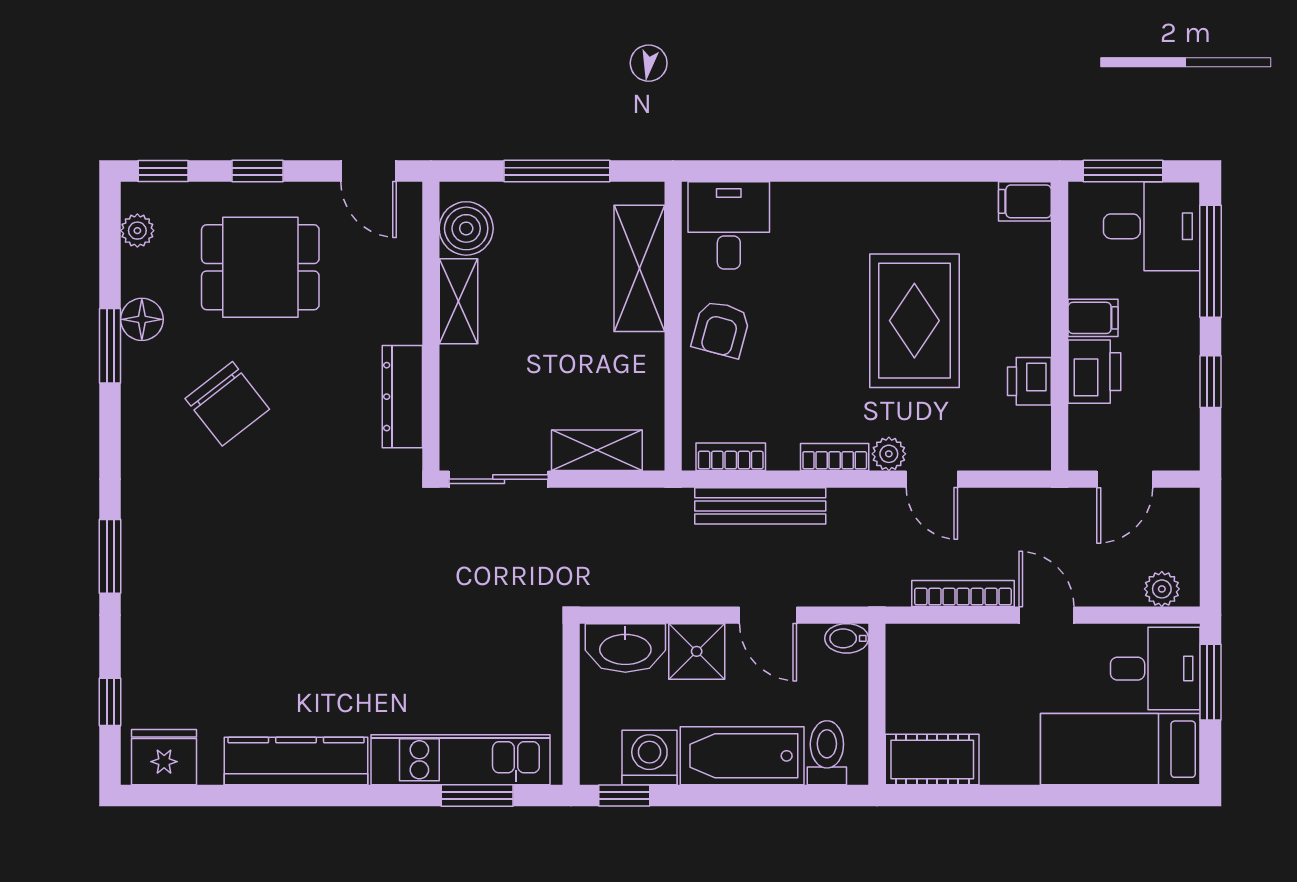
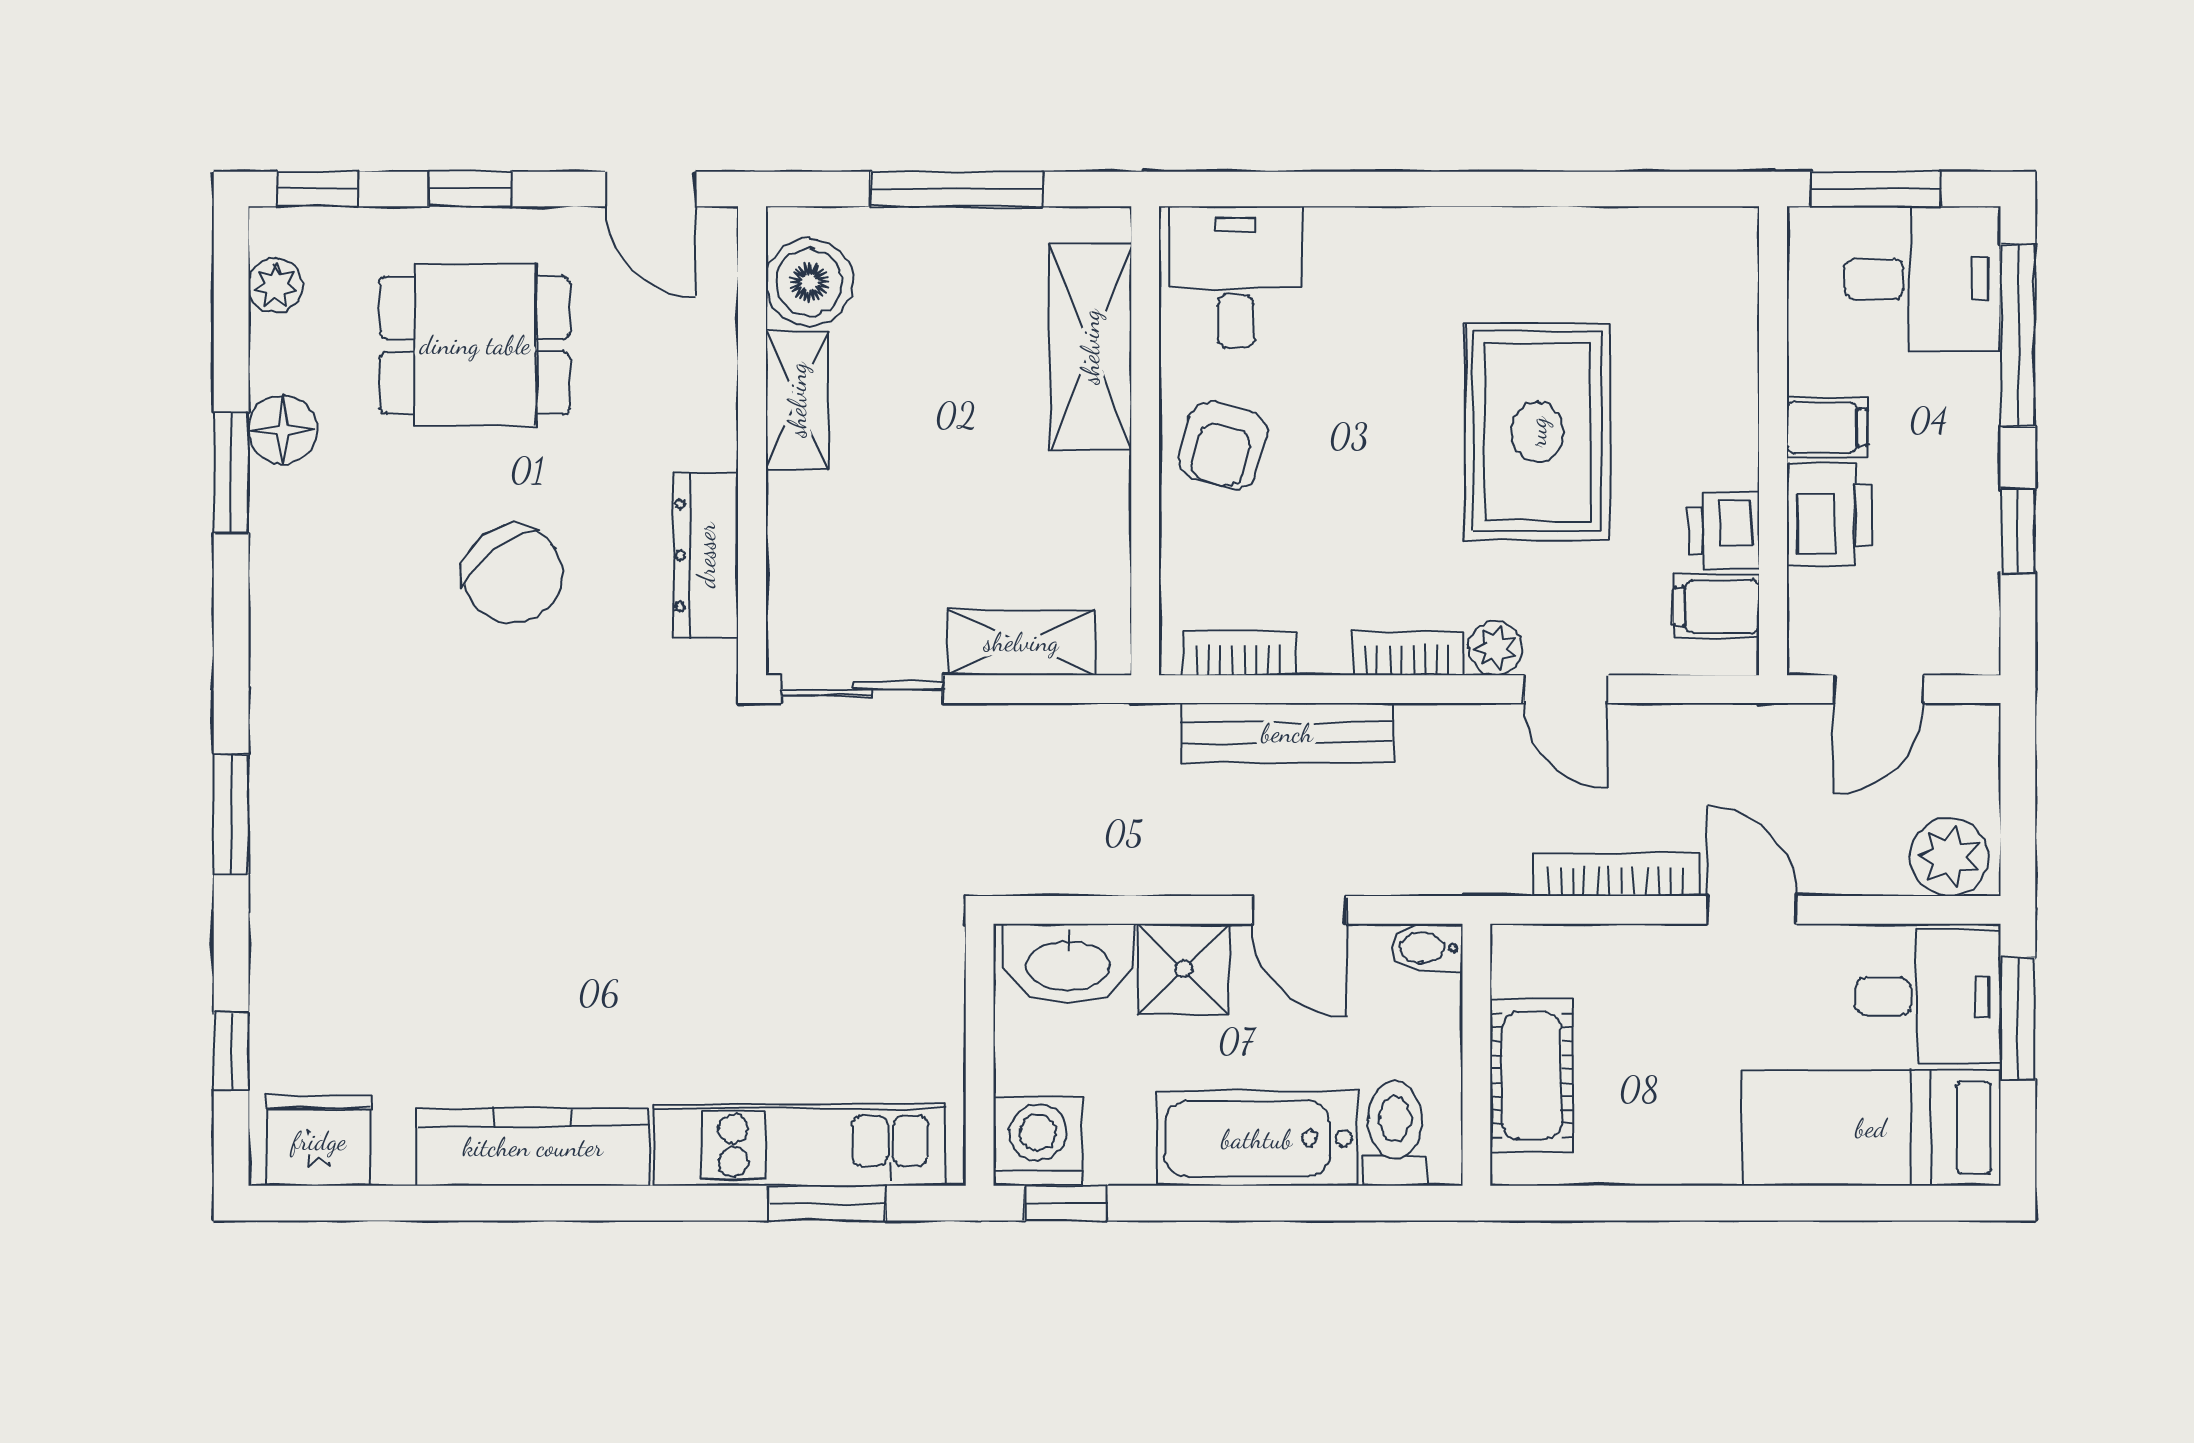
filing cabinet: (1025, 201) -> (1717, 607), moved
chair: (227, 404) -> (513, 574), moved
plant: (1162, 589) -> (1950, 857), width x1.38, depth x1.38
washing machine: (649, 758) -> (1038, 1141), moved
cot: (932, 760) -> (1531, 1076), moved, turned 90

